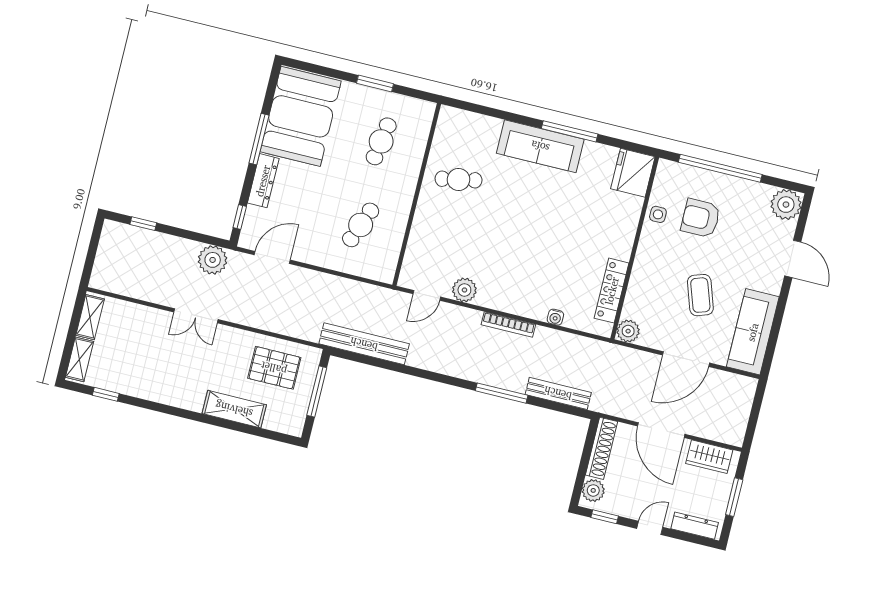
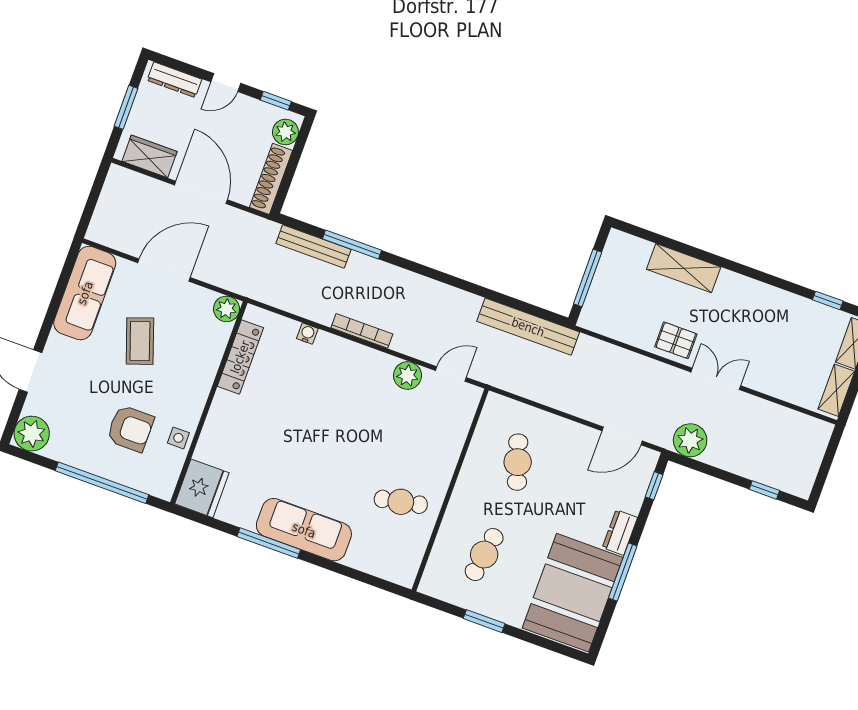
dresser: (263, 181) -> (620, 533), width x0.70
cafe table: (361, 225) -> (518, 462), turned -39
pallet: (274, 368) -> (676, 340), moved, width x0.67, depth x0.71
window: (502, 393) -> (352, 245), moved

